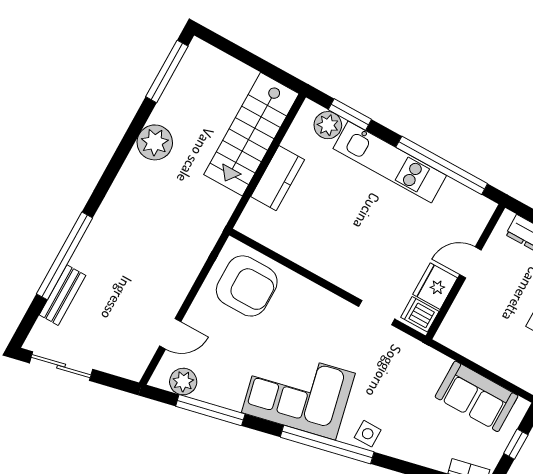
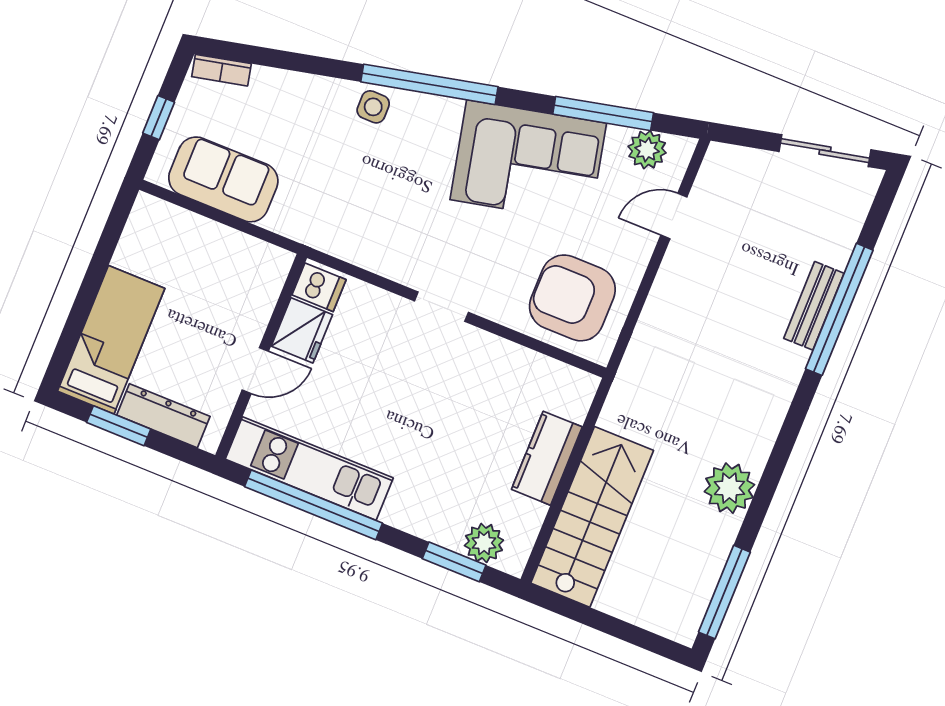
kitchen unit: (390, 162) -> (309, 469), moved
bench: (63, 295) -> (814, 306), moved
doorway: (377, 313) -> (441, 307), moved
corner sofa: (298, 393) -> (528, 161), moved

